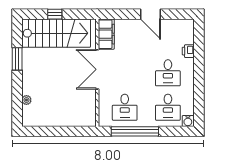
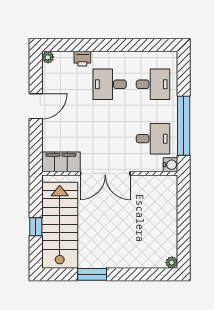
plant: (189, 24) -> (48, 57), added
desk: (168, 73) -> (110, 84), turned 180
plant: (26, 100) -> (172, 262), moved
water cooler: (188, 121) -> (170, 165), moved

